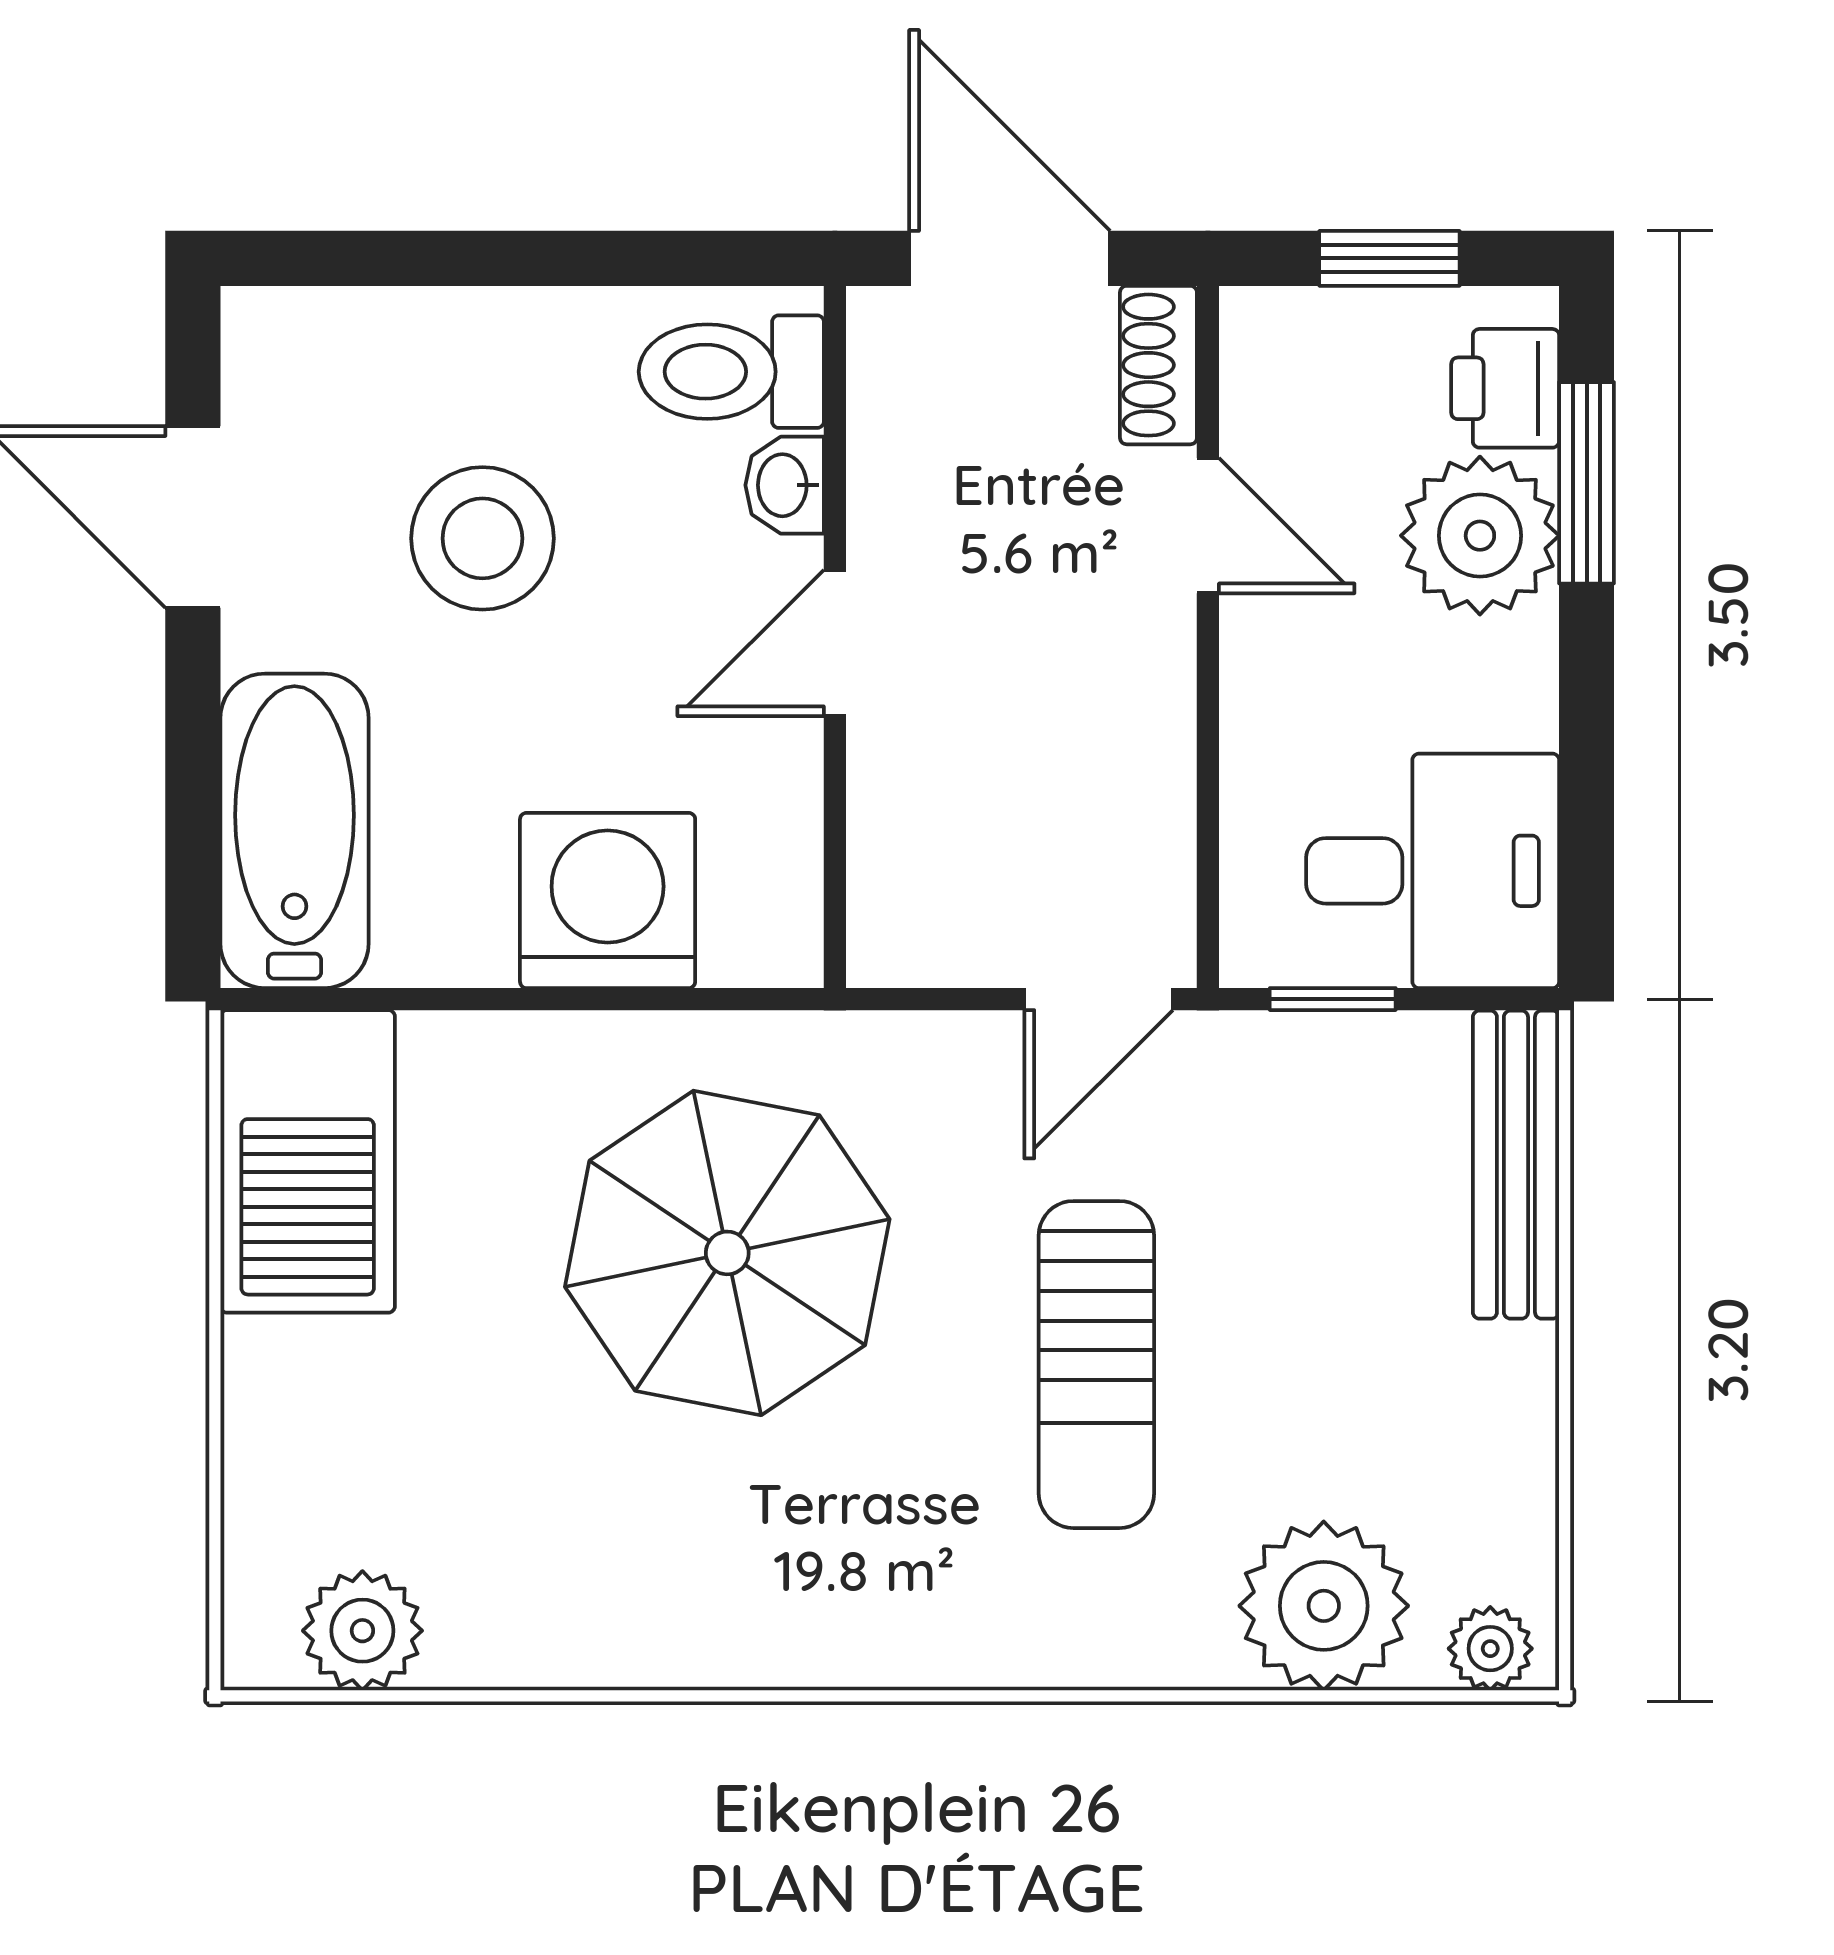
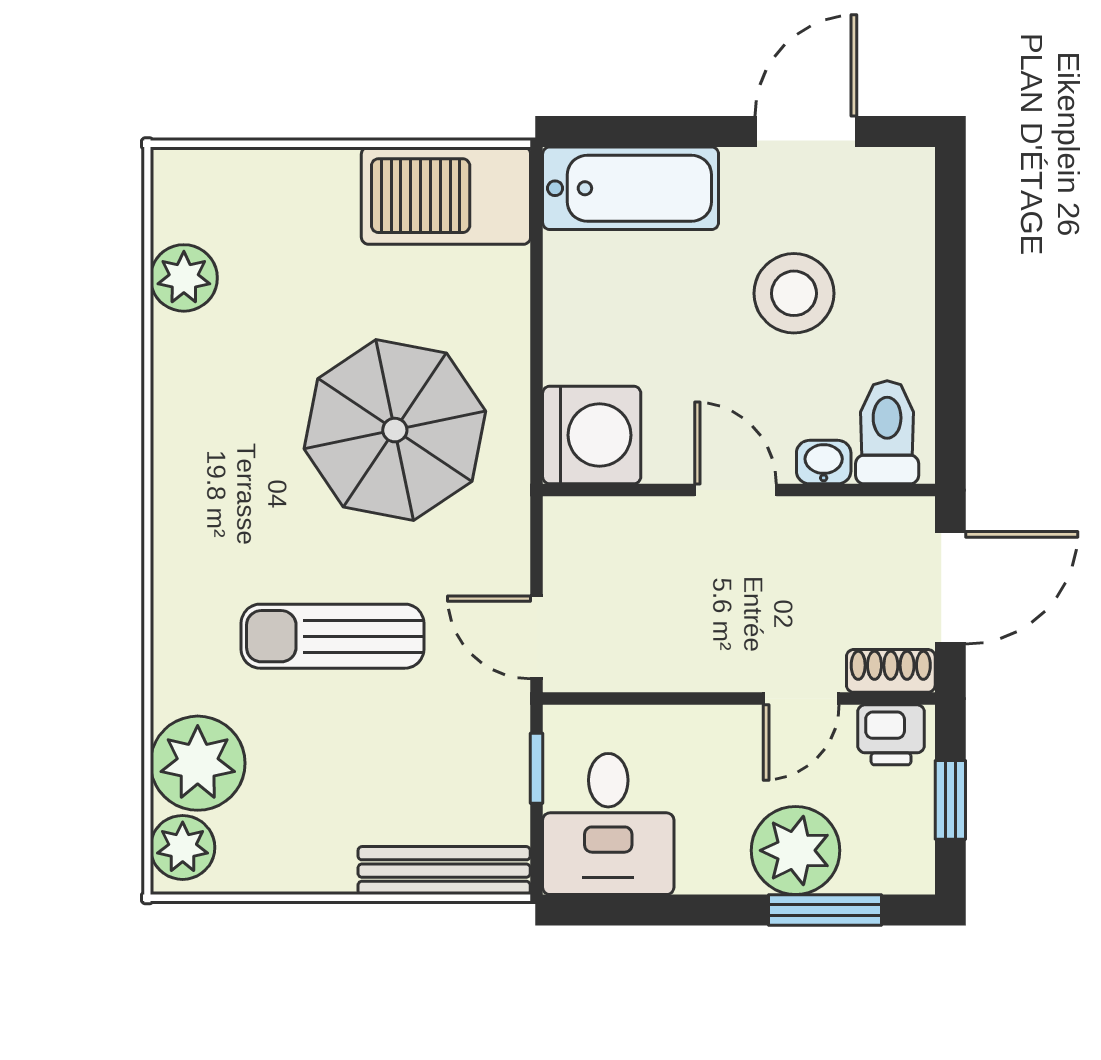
printer: (1505, 388) -> (891, 735), moved, turned 180
washing machine: (608, 900) -> (592, 435), moved
plant: (362, 1631) -> (184, 278), moved
plant: (1490, 1649) -> (183, 847), width x1.38, depth x1.38

